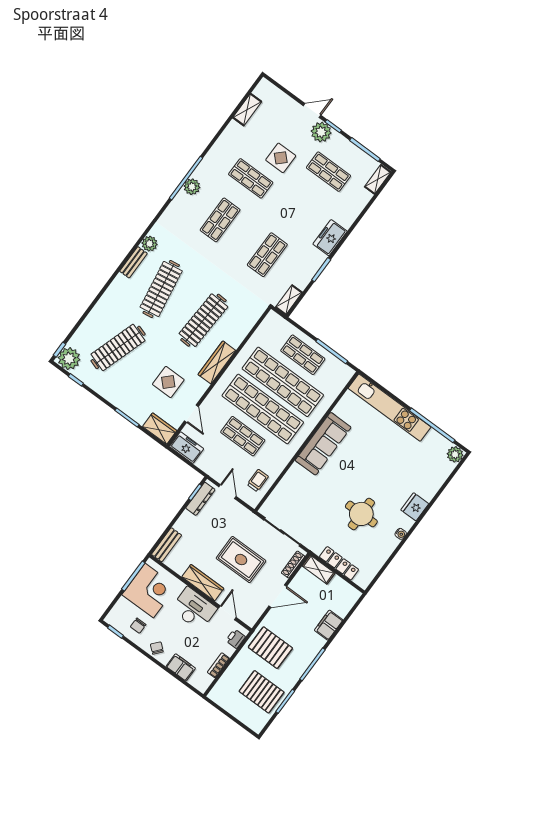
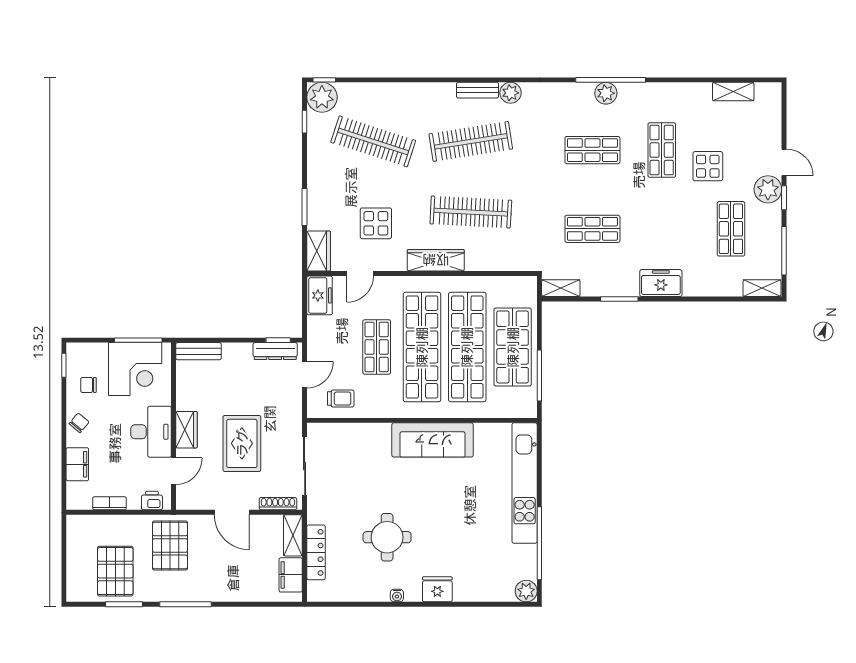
shop shelf: (303, 355) -> (513, 347), width x1.43, depth x1.36
wardrobe: (203, 583) -> (186, 430), width x0.67
filing cabinet: (329, 625) -> (291, 575), moved, turned -90

